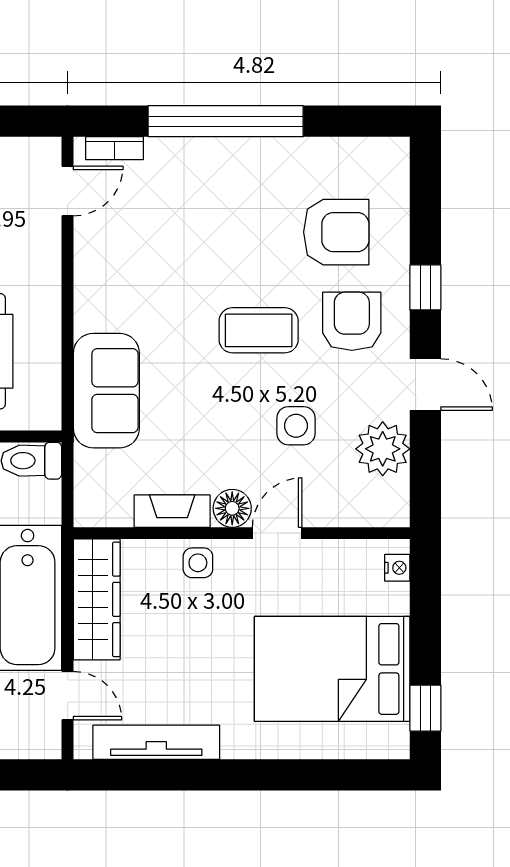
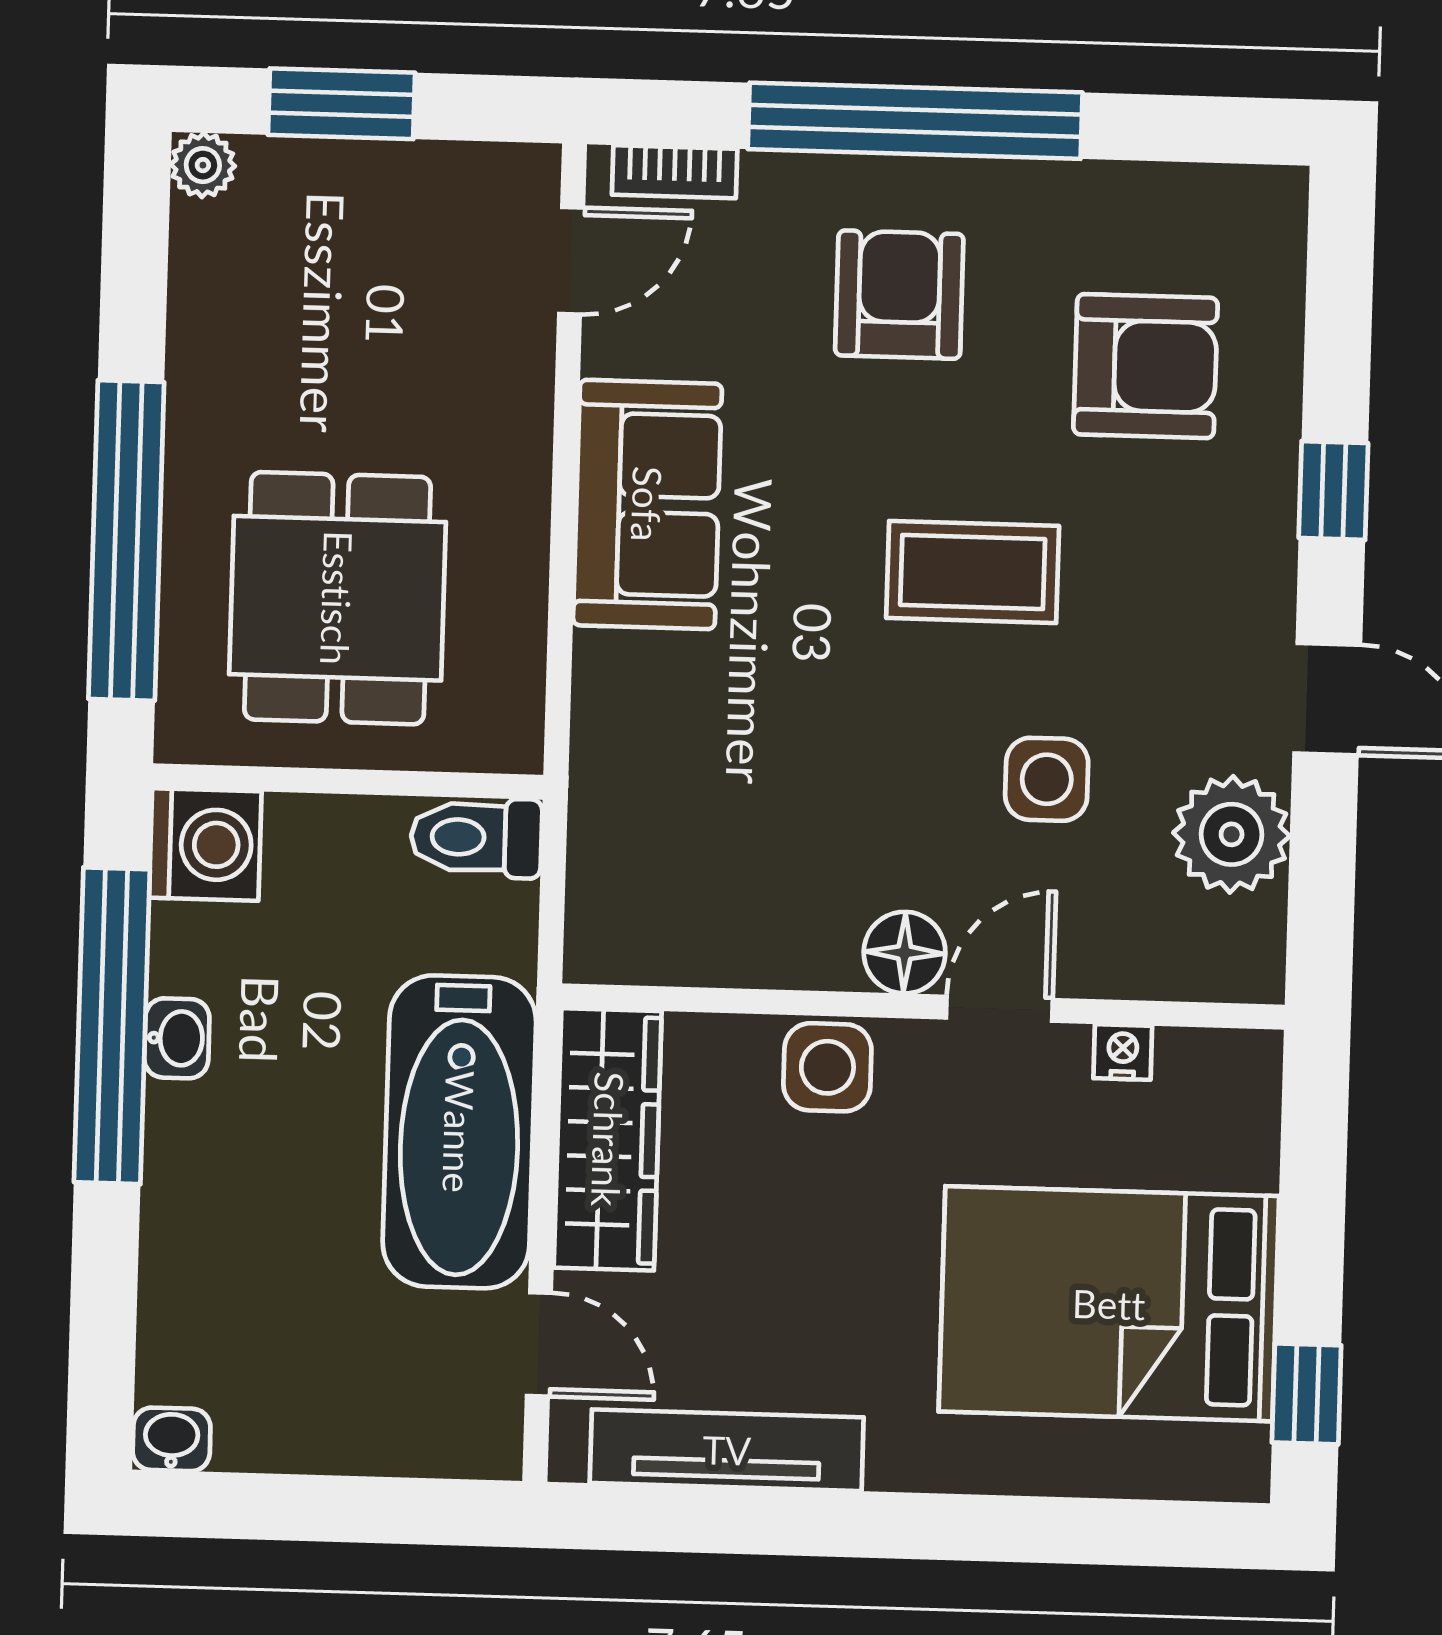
armchair: (352, 321) -> (899, 295), moved
sofa: (106, 391) -> (647, 504), moved
fireplace: (172, 511) -> (775, 955), removed
side table: (198, 563) -> (827, 1067), width x1.37, depth x1.37
nightstand: (397, 568) -> (1123, 1052), moved, turned -90

